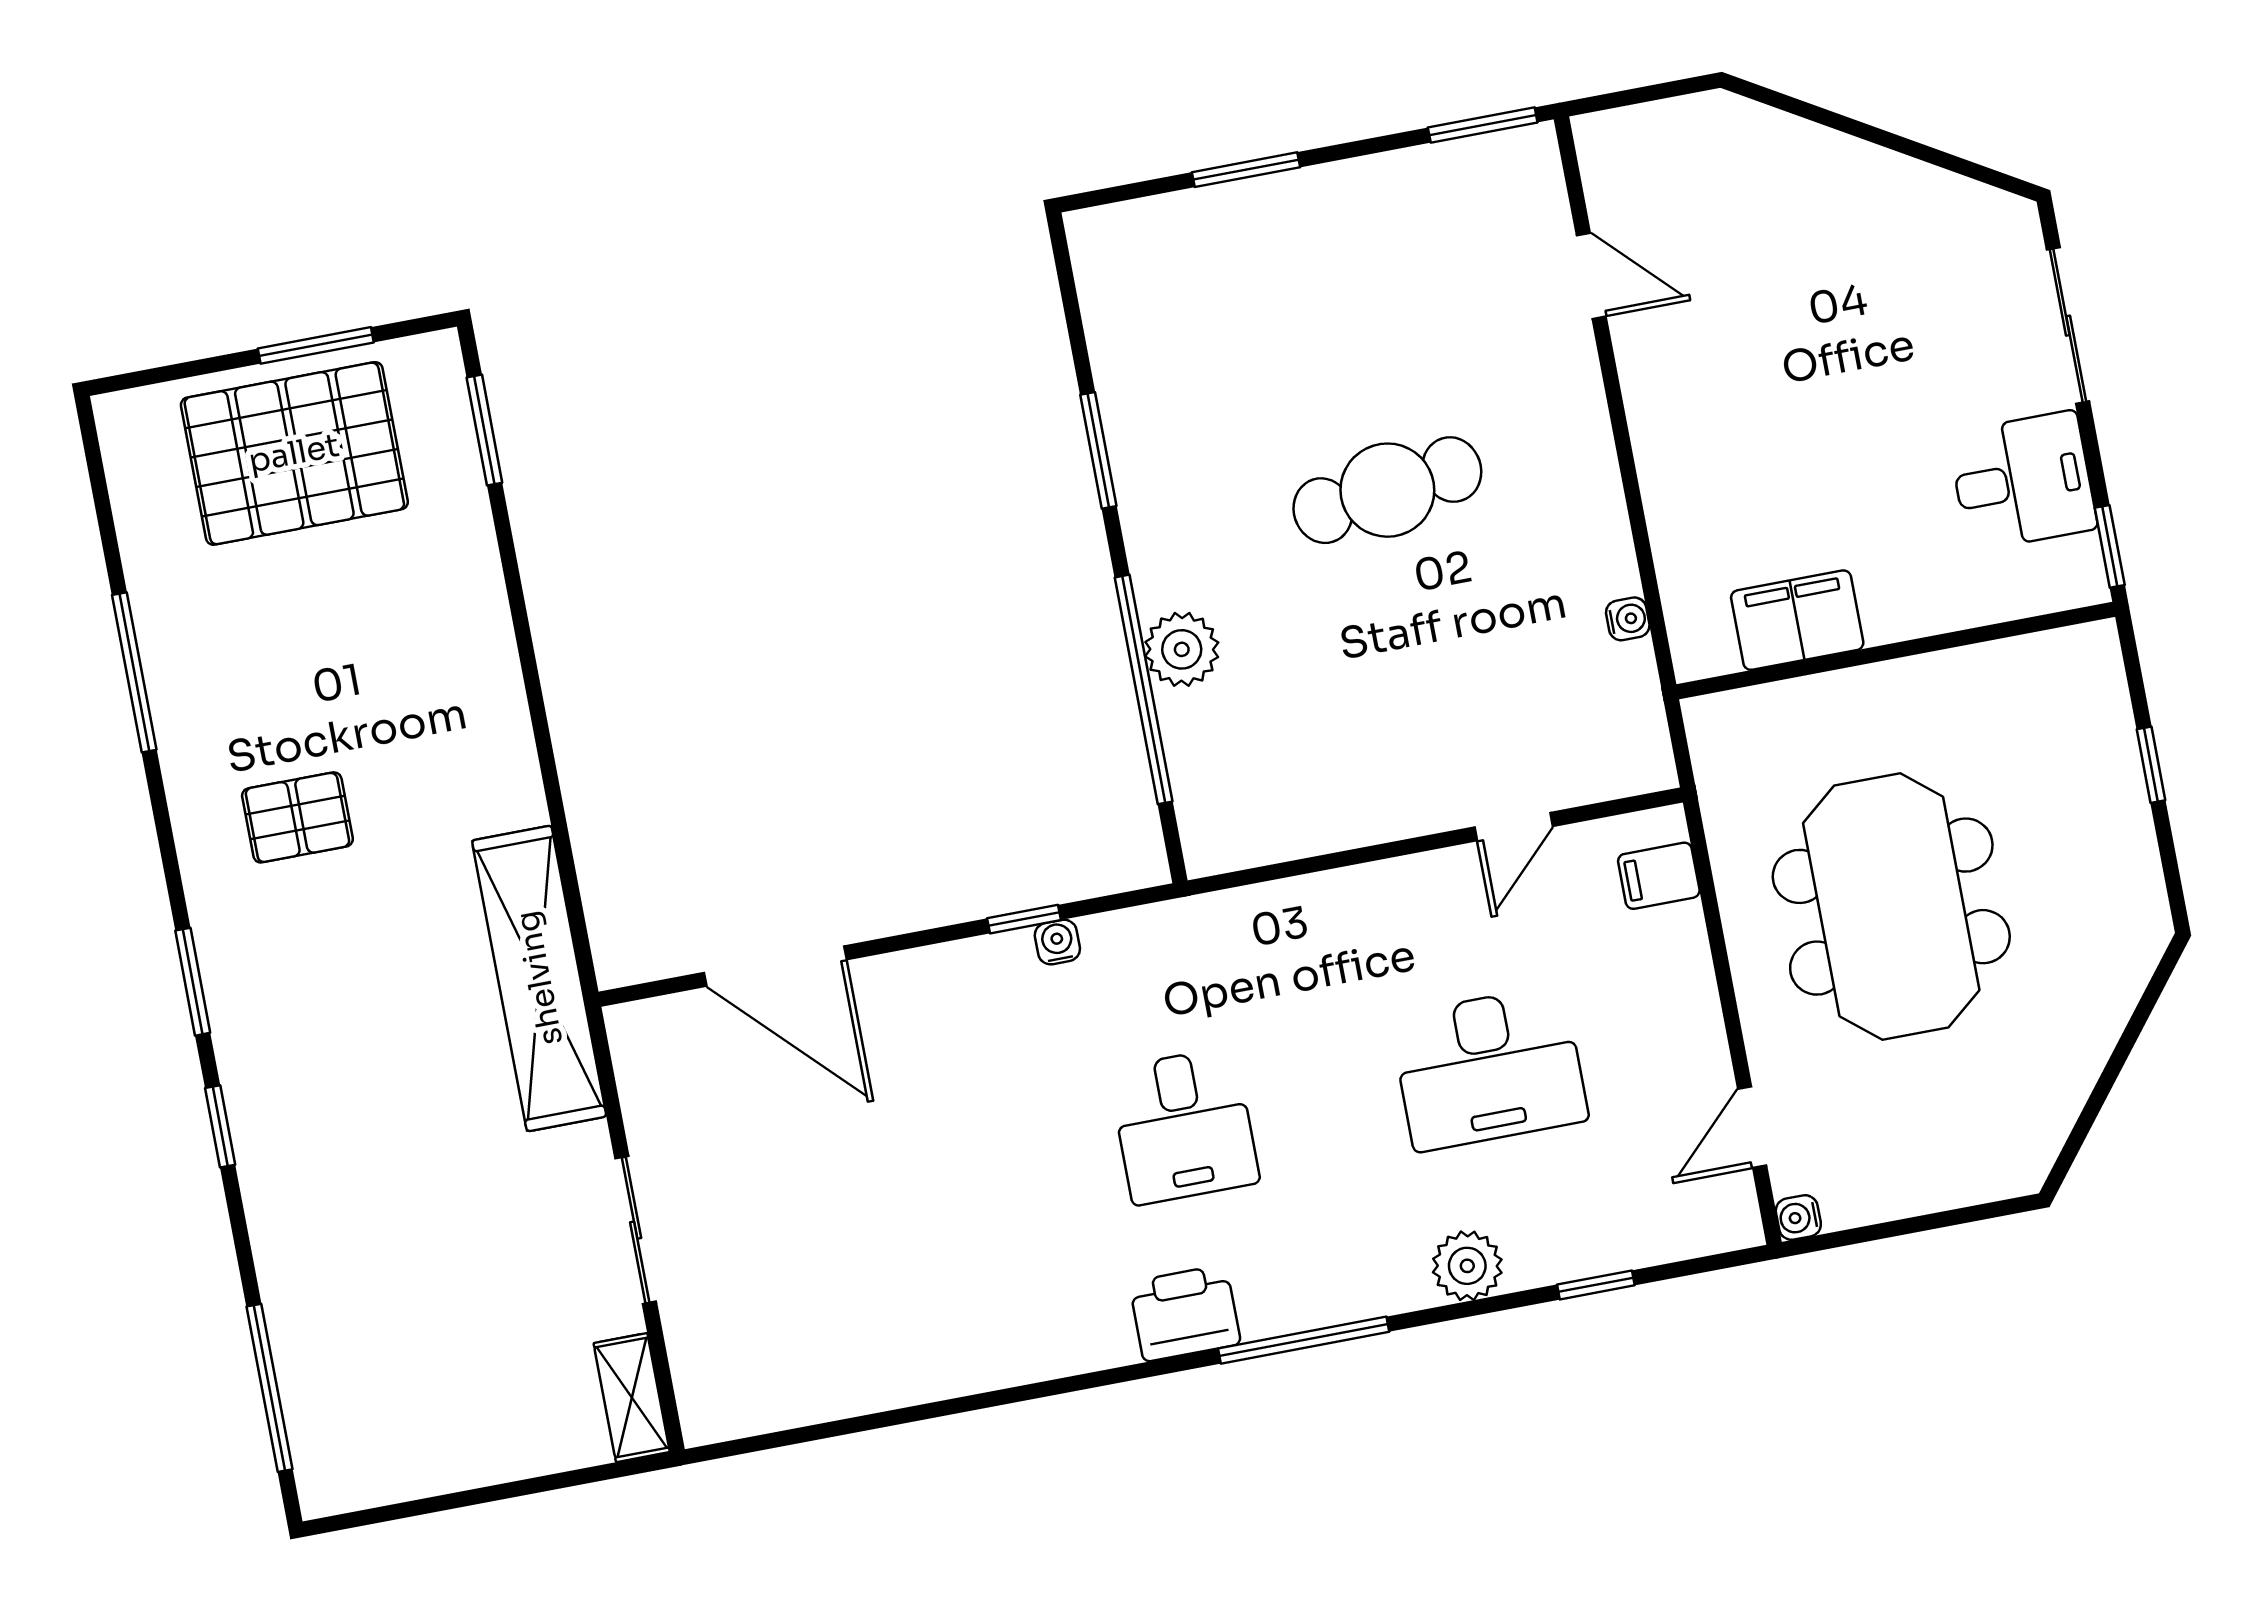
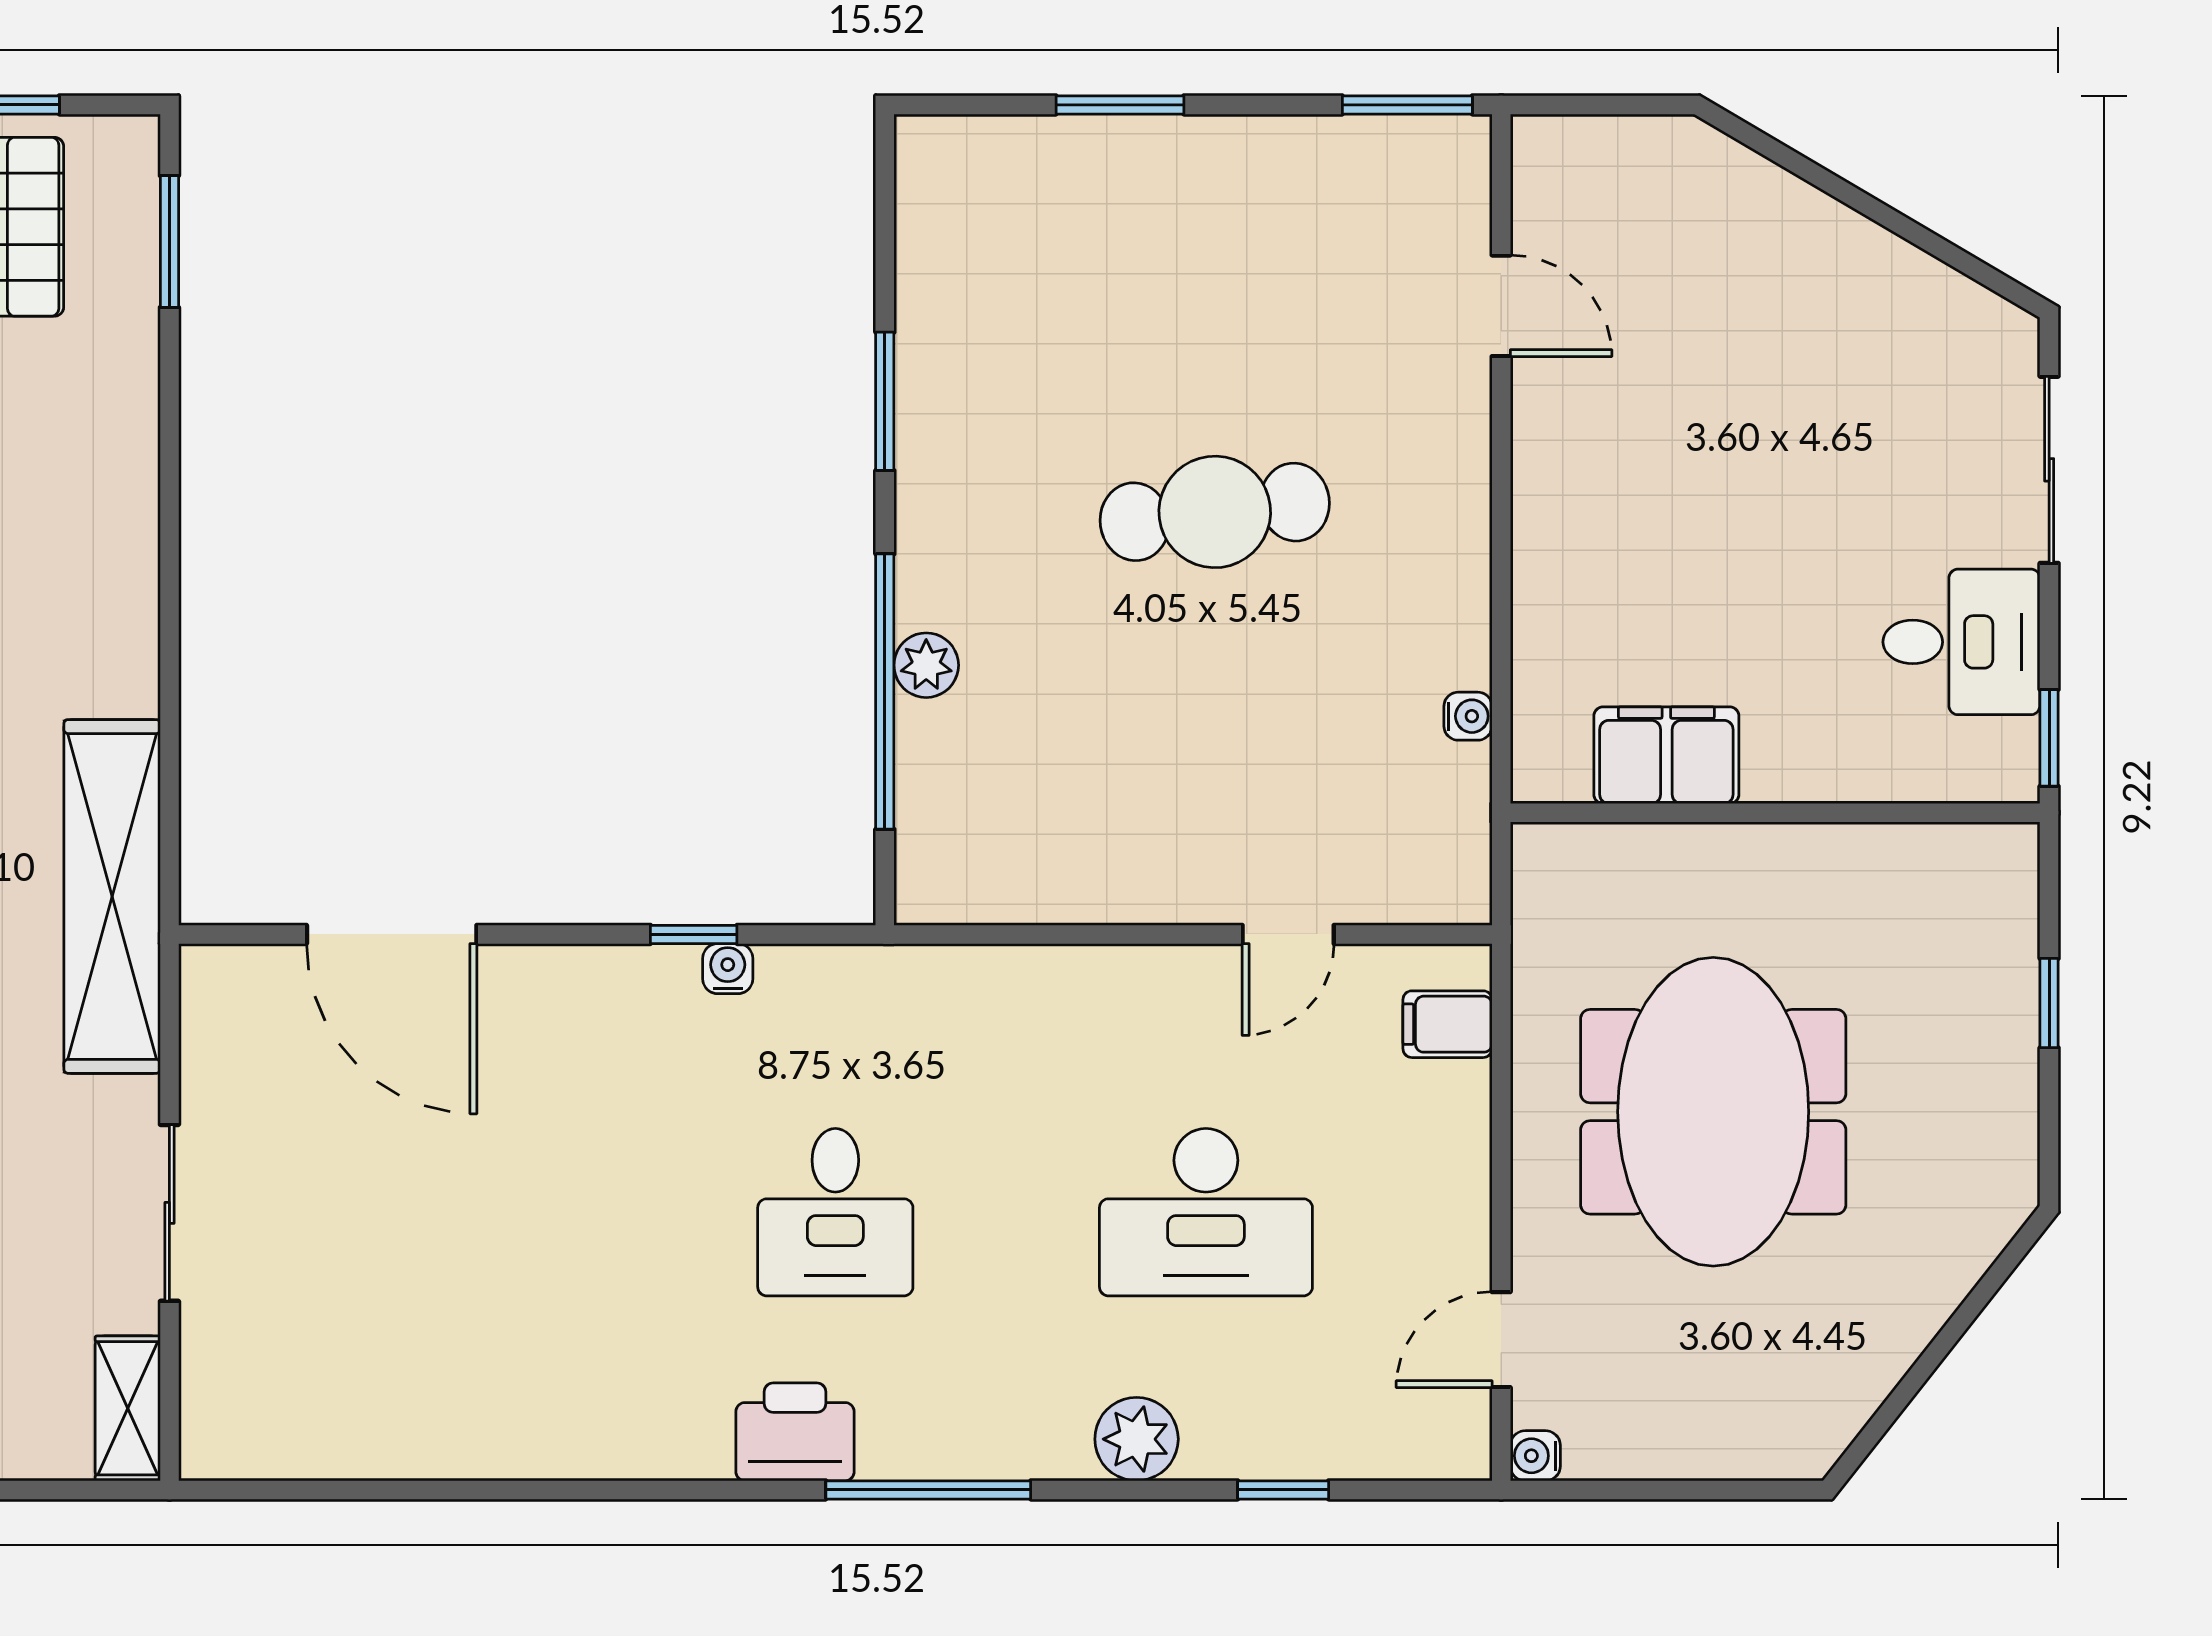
plant: (1182, 649) -> (926, 665), width x0.73, depth x0.73

